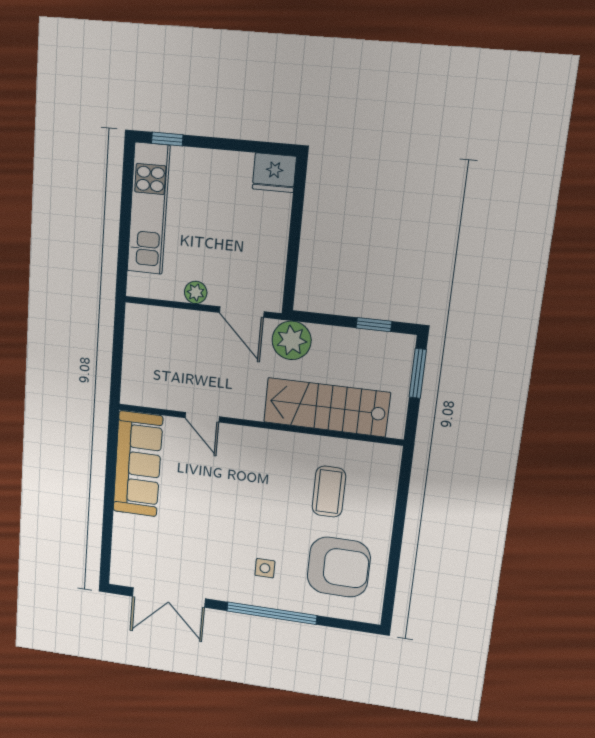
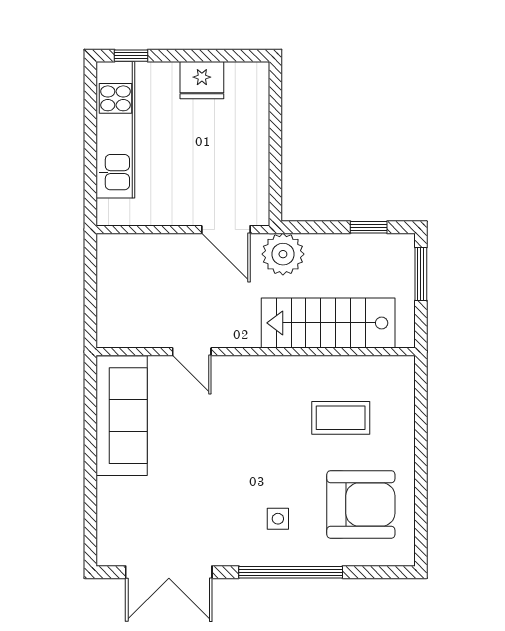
fridge: (274, 173) -> (202, 80), moved
plant: (196, 292) -> (174, 214), removed
coffee table: (329, 492) -> (341, 418), turned 90

